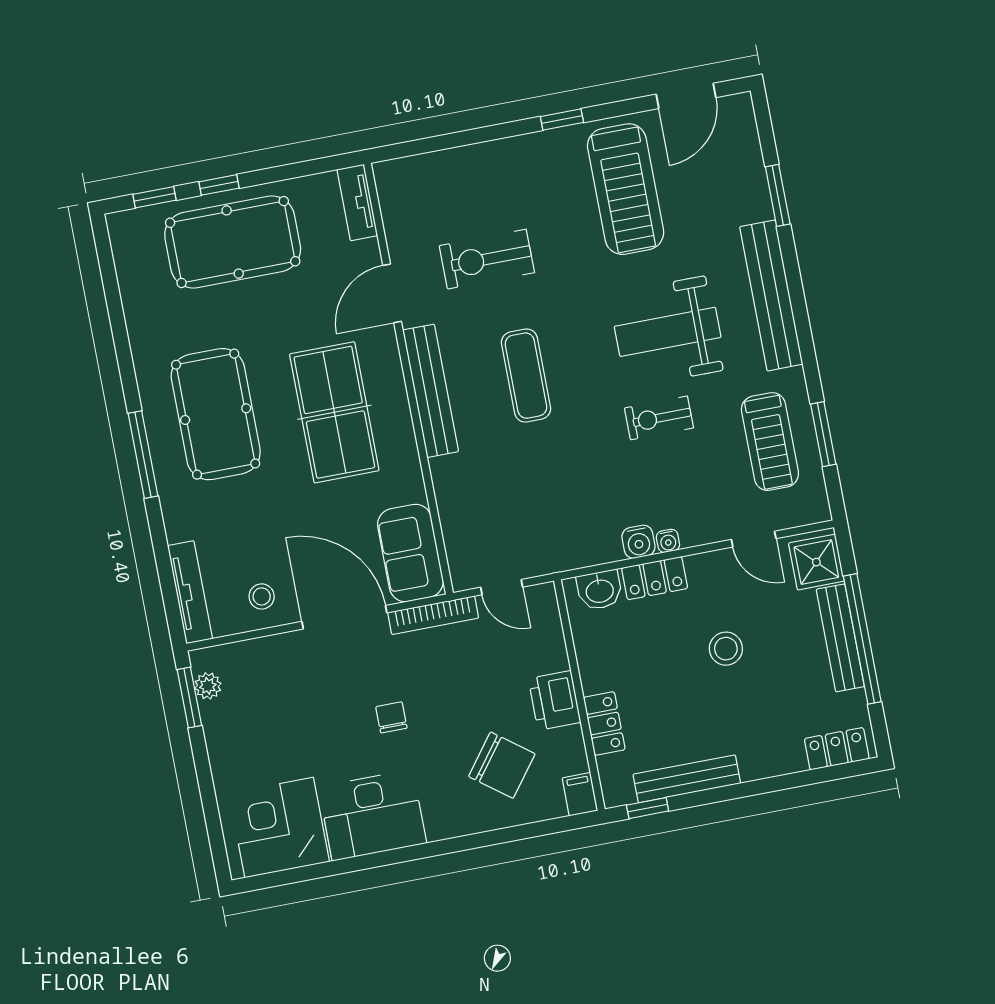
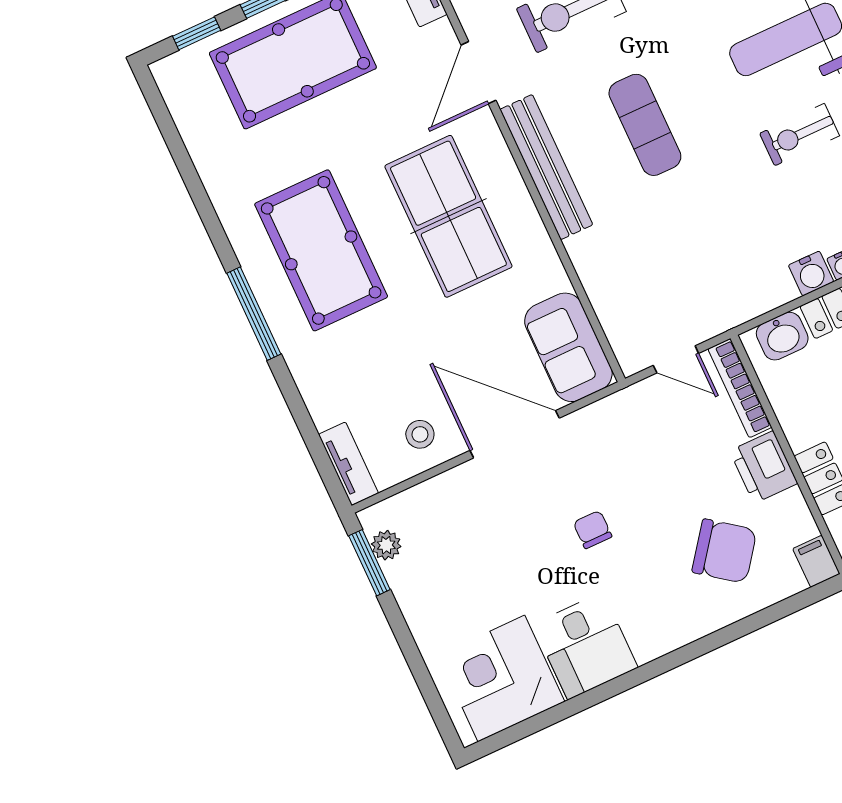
tv unit: (190, 592) -> (348, 464), width x0.71
bookcase: (433, 615) -> (740, 388), moved, turned 90
desk: (372, 815) -> (585, 646), width x0.73

